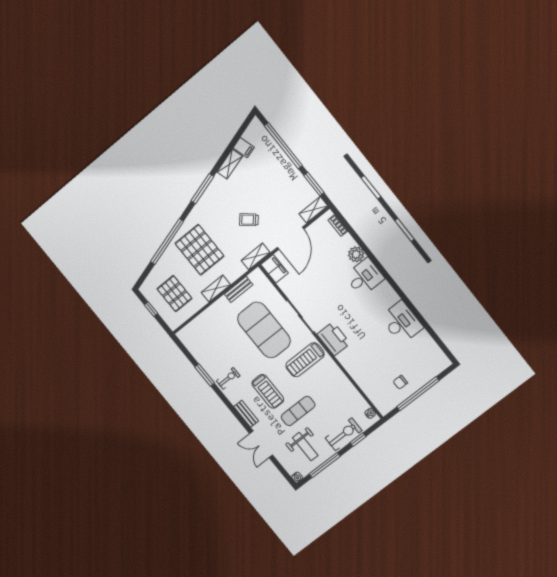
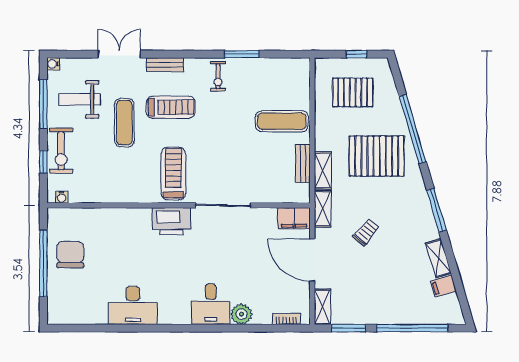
shelving: (216, 289) -> (323, 170), moved
exercise mat: (264, 330) -> (282, 121), moved, width x0.50, depth x0.69
chair: (400, 382) -> (70, 255), width x1.87, depth x1.87
treadmill: (268, 391) -> (171, 107), turned 180

